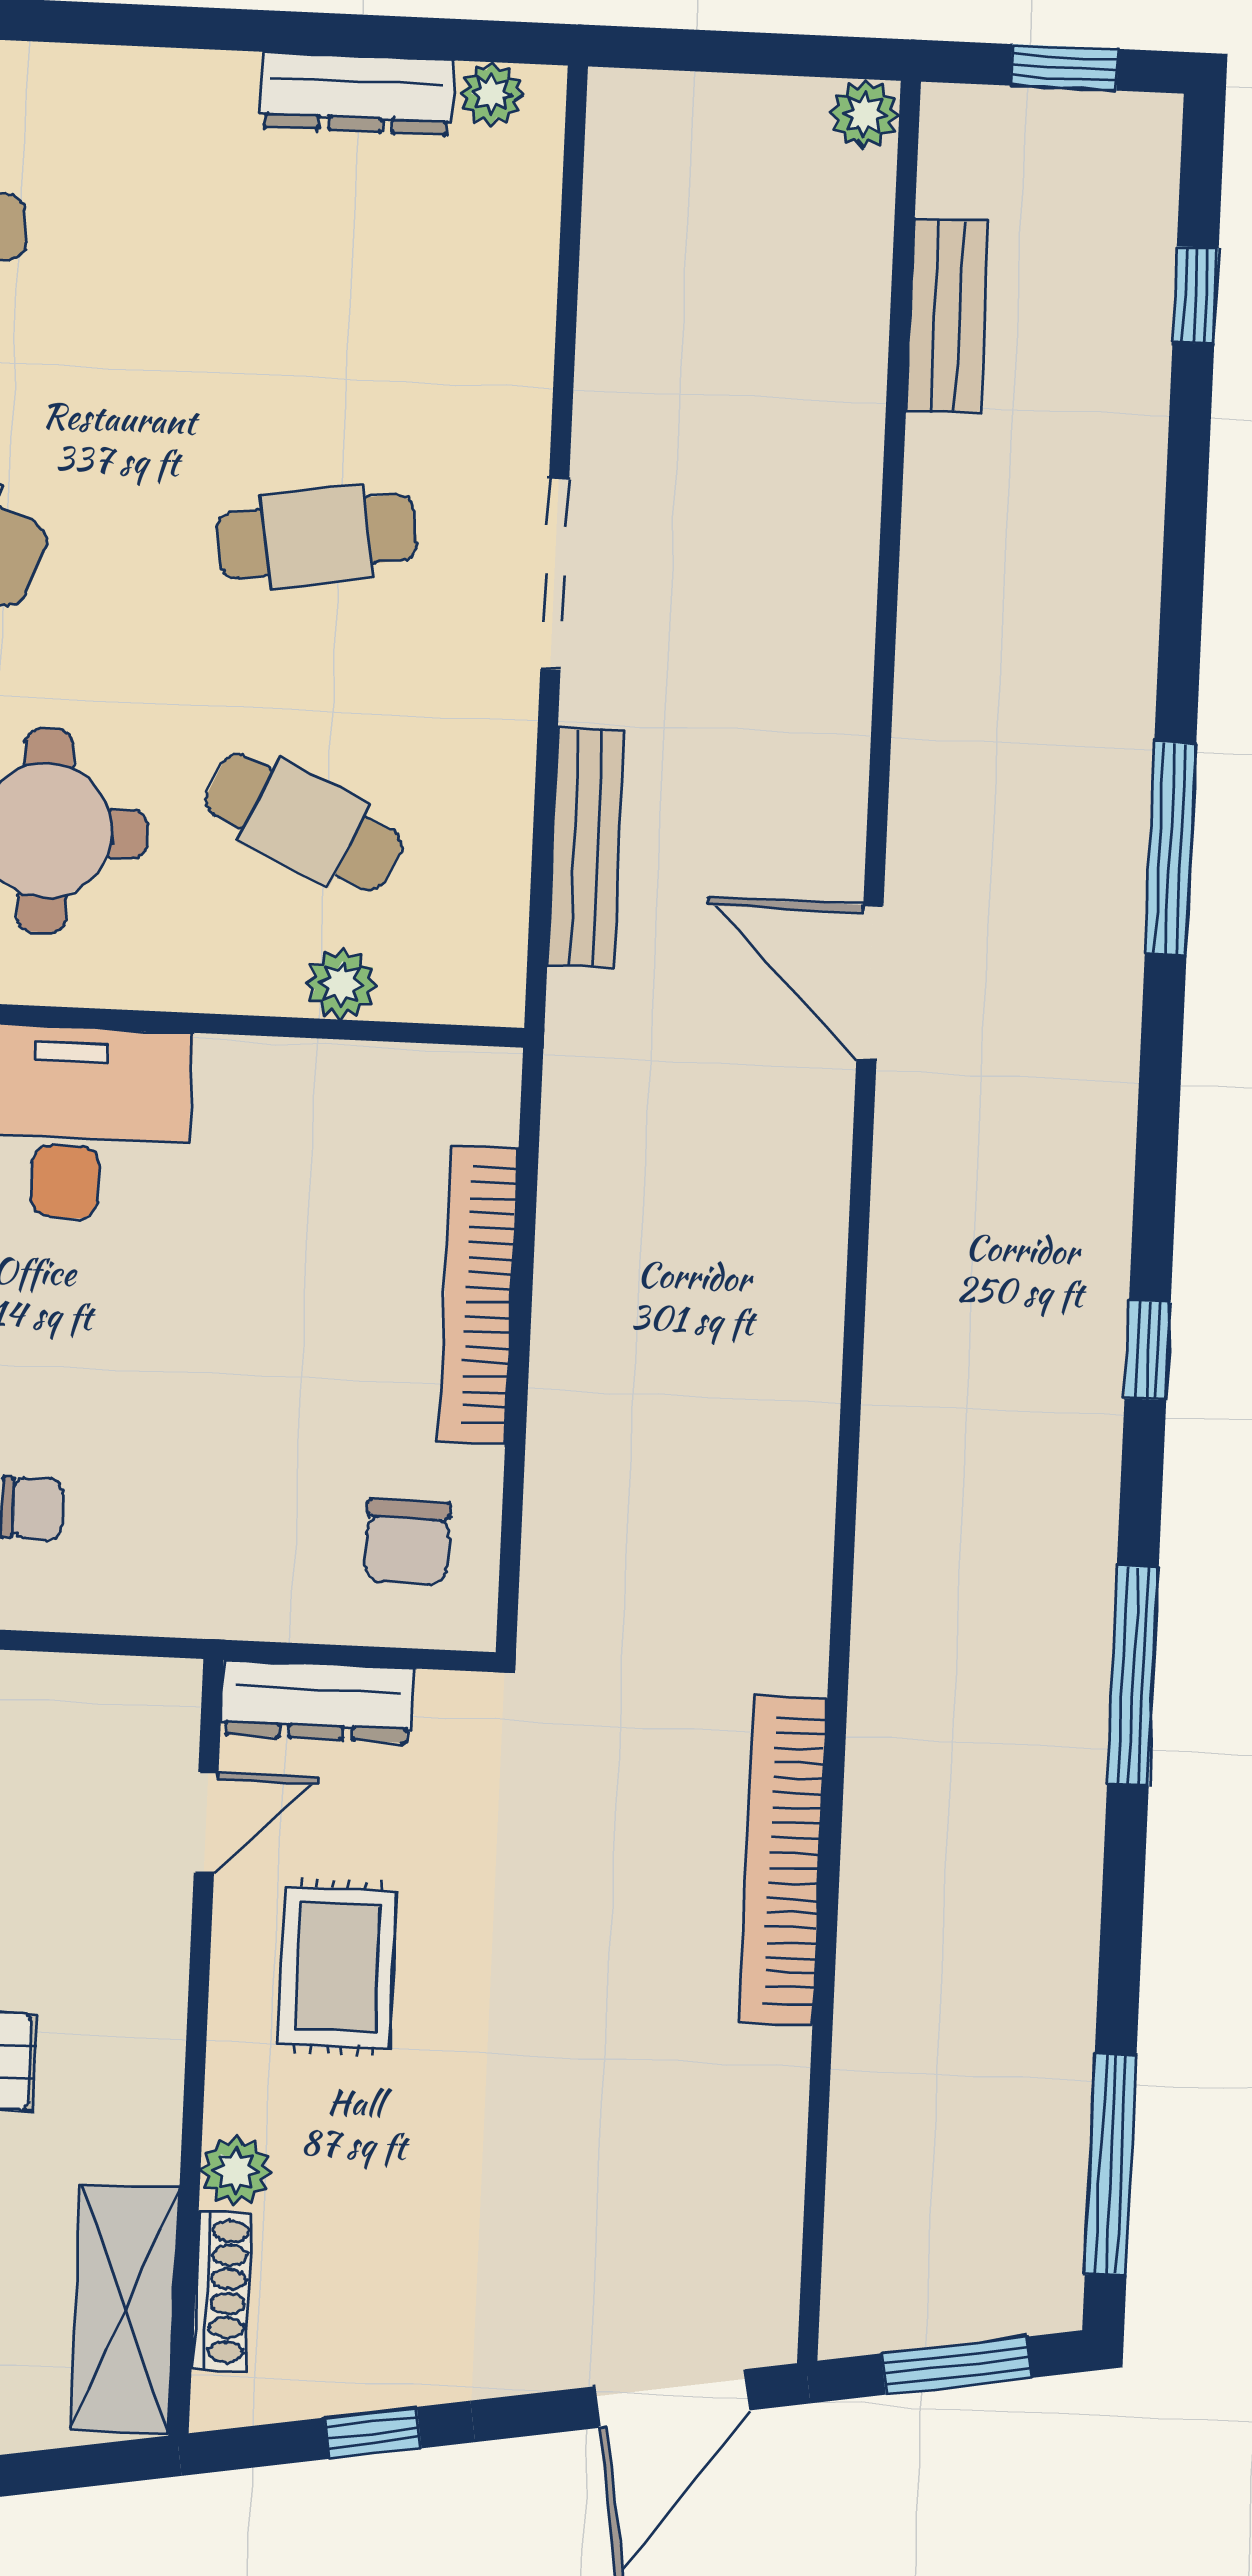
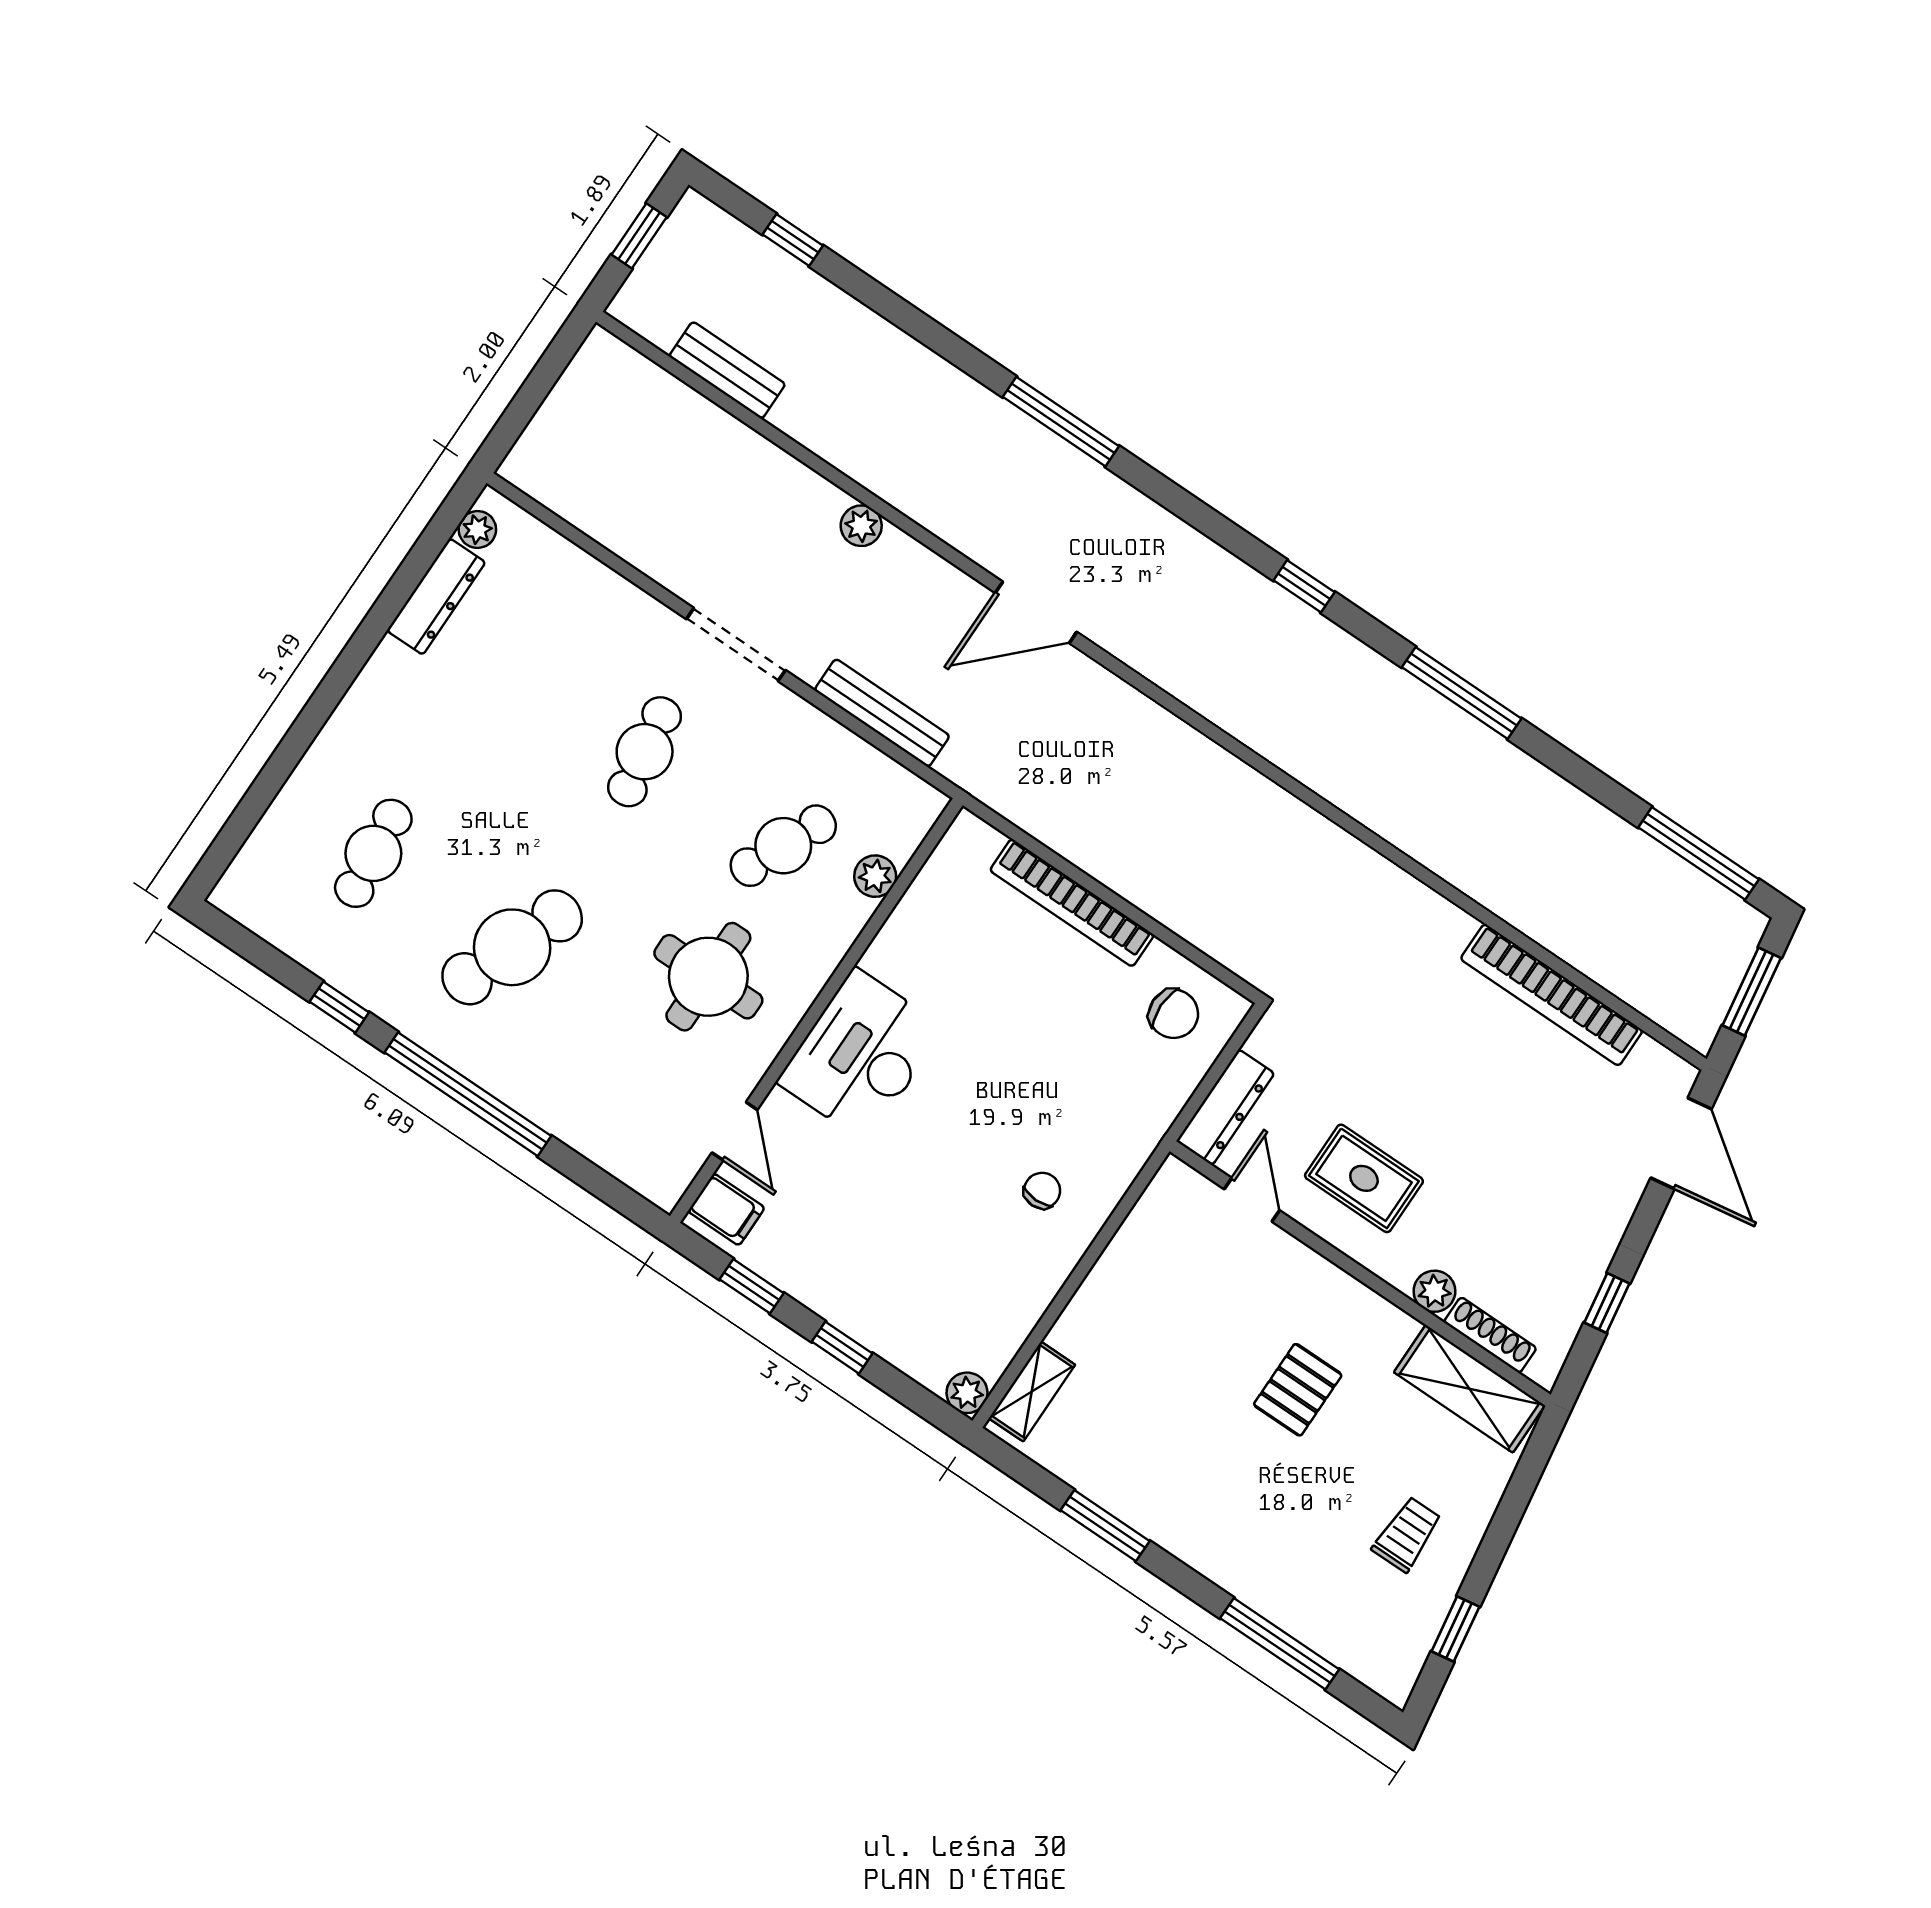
plant: (864, 114) -> (861, 526), moved
bookcase: (783, 1860) -> (1552, 995), moved

